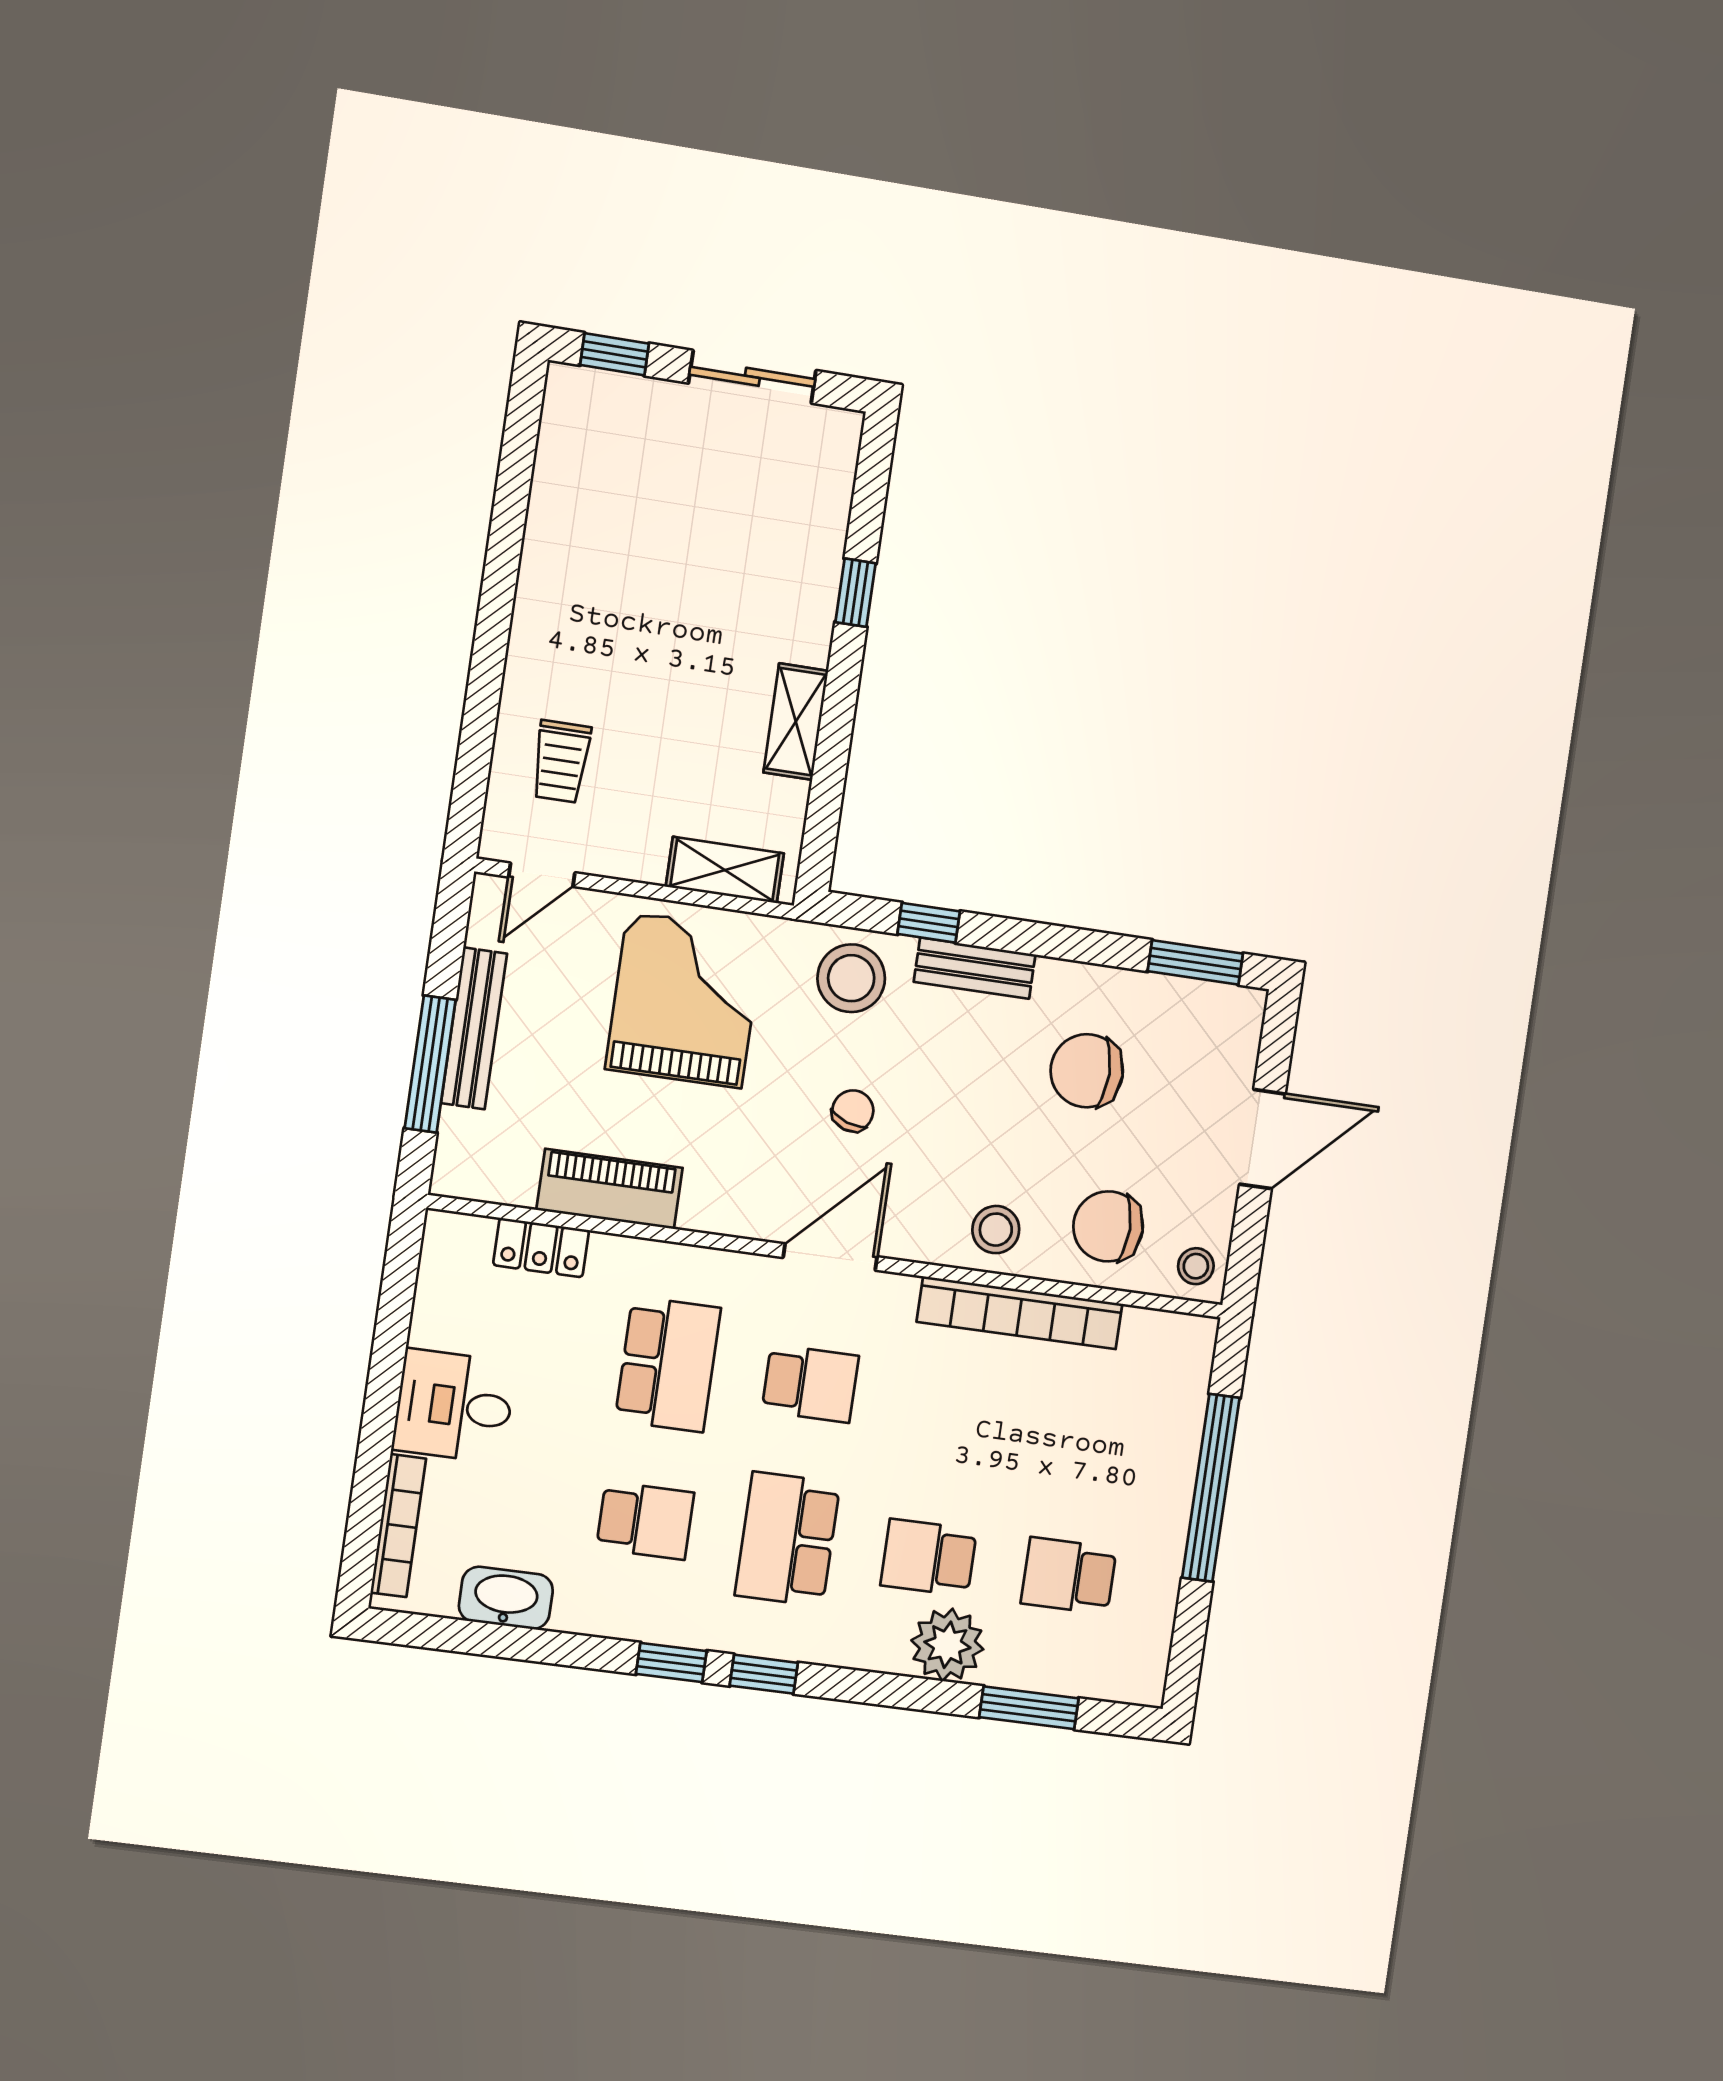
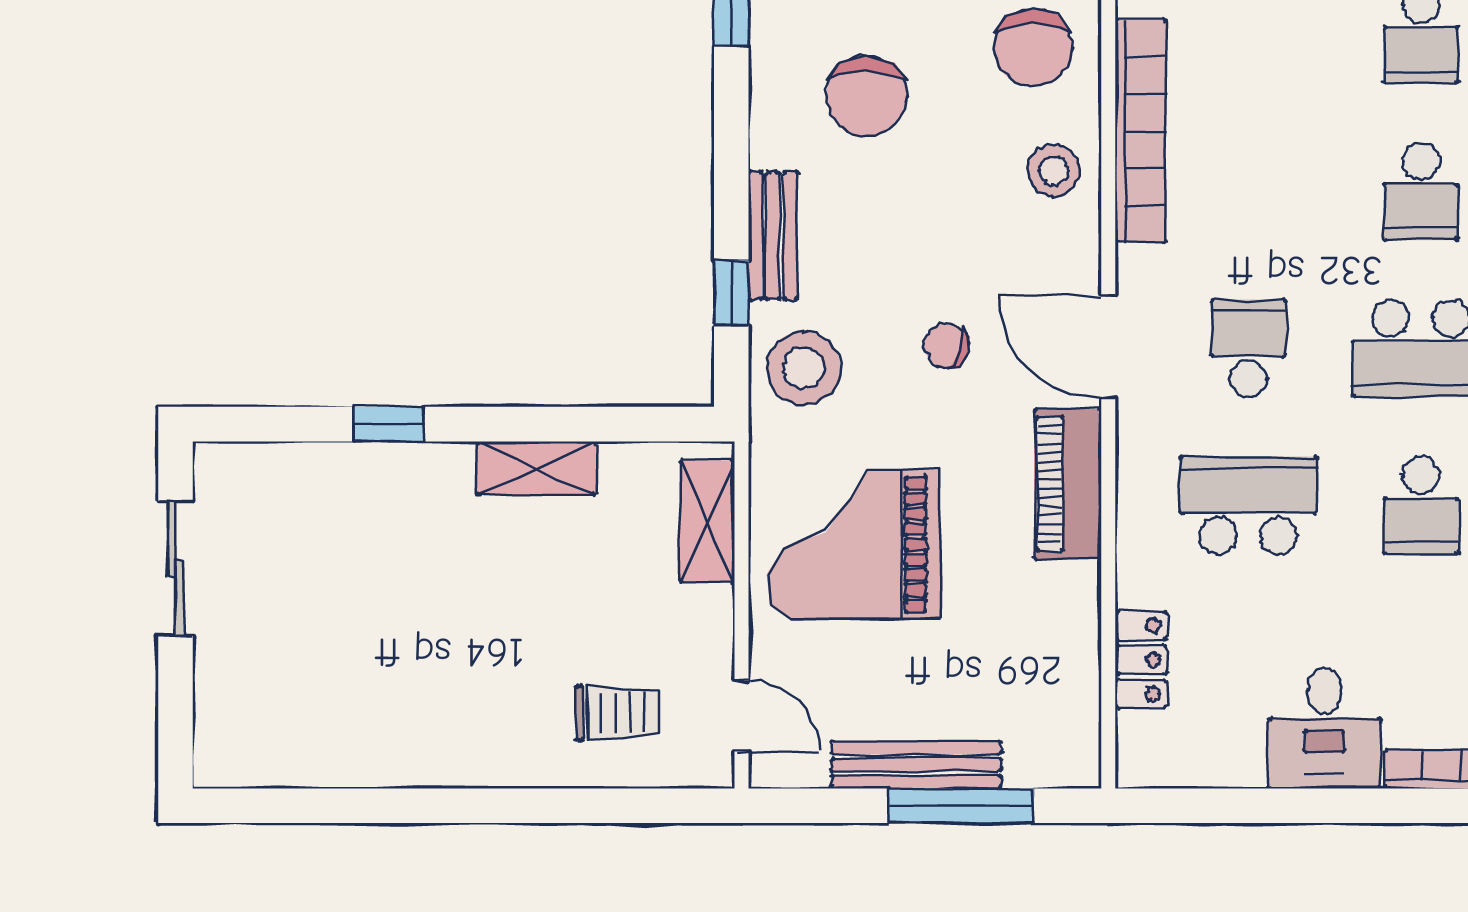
window: (614, 354) -> (175, 719), removed
piano: (610, 1189) -> (1068, 484), moved
school desk: (645, 1521) -> (1421, 505), turned 180

